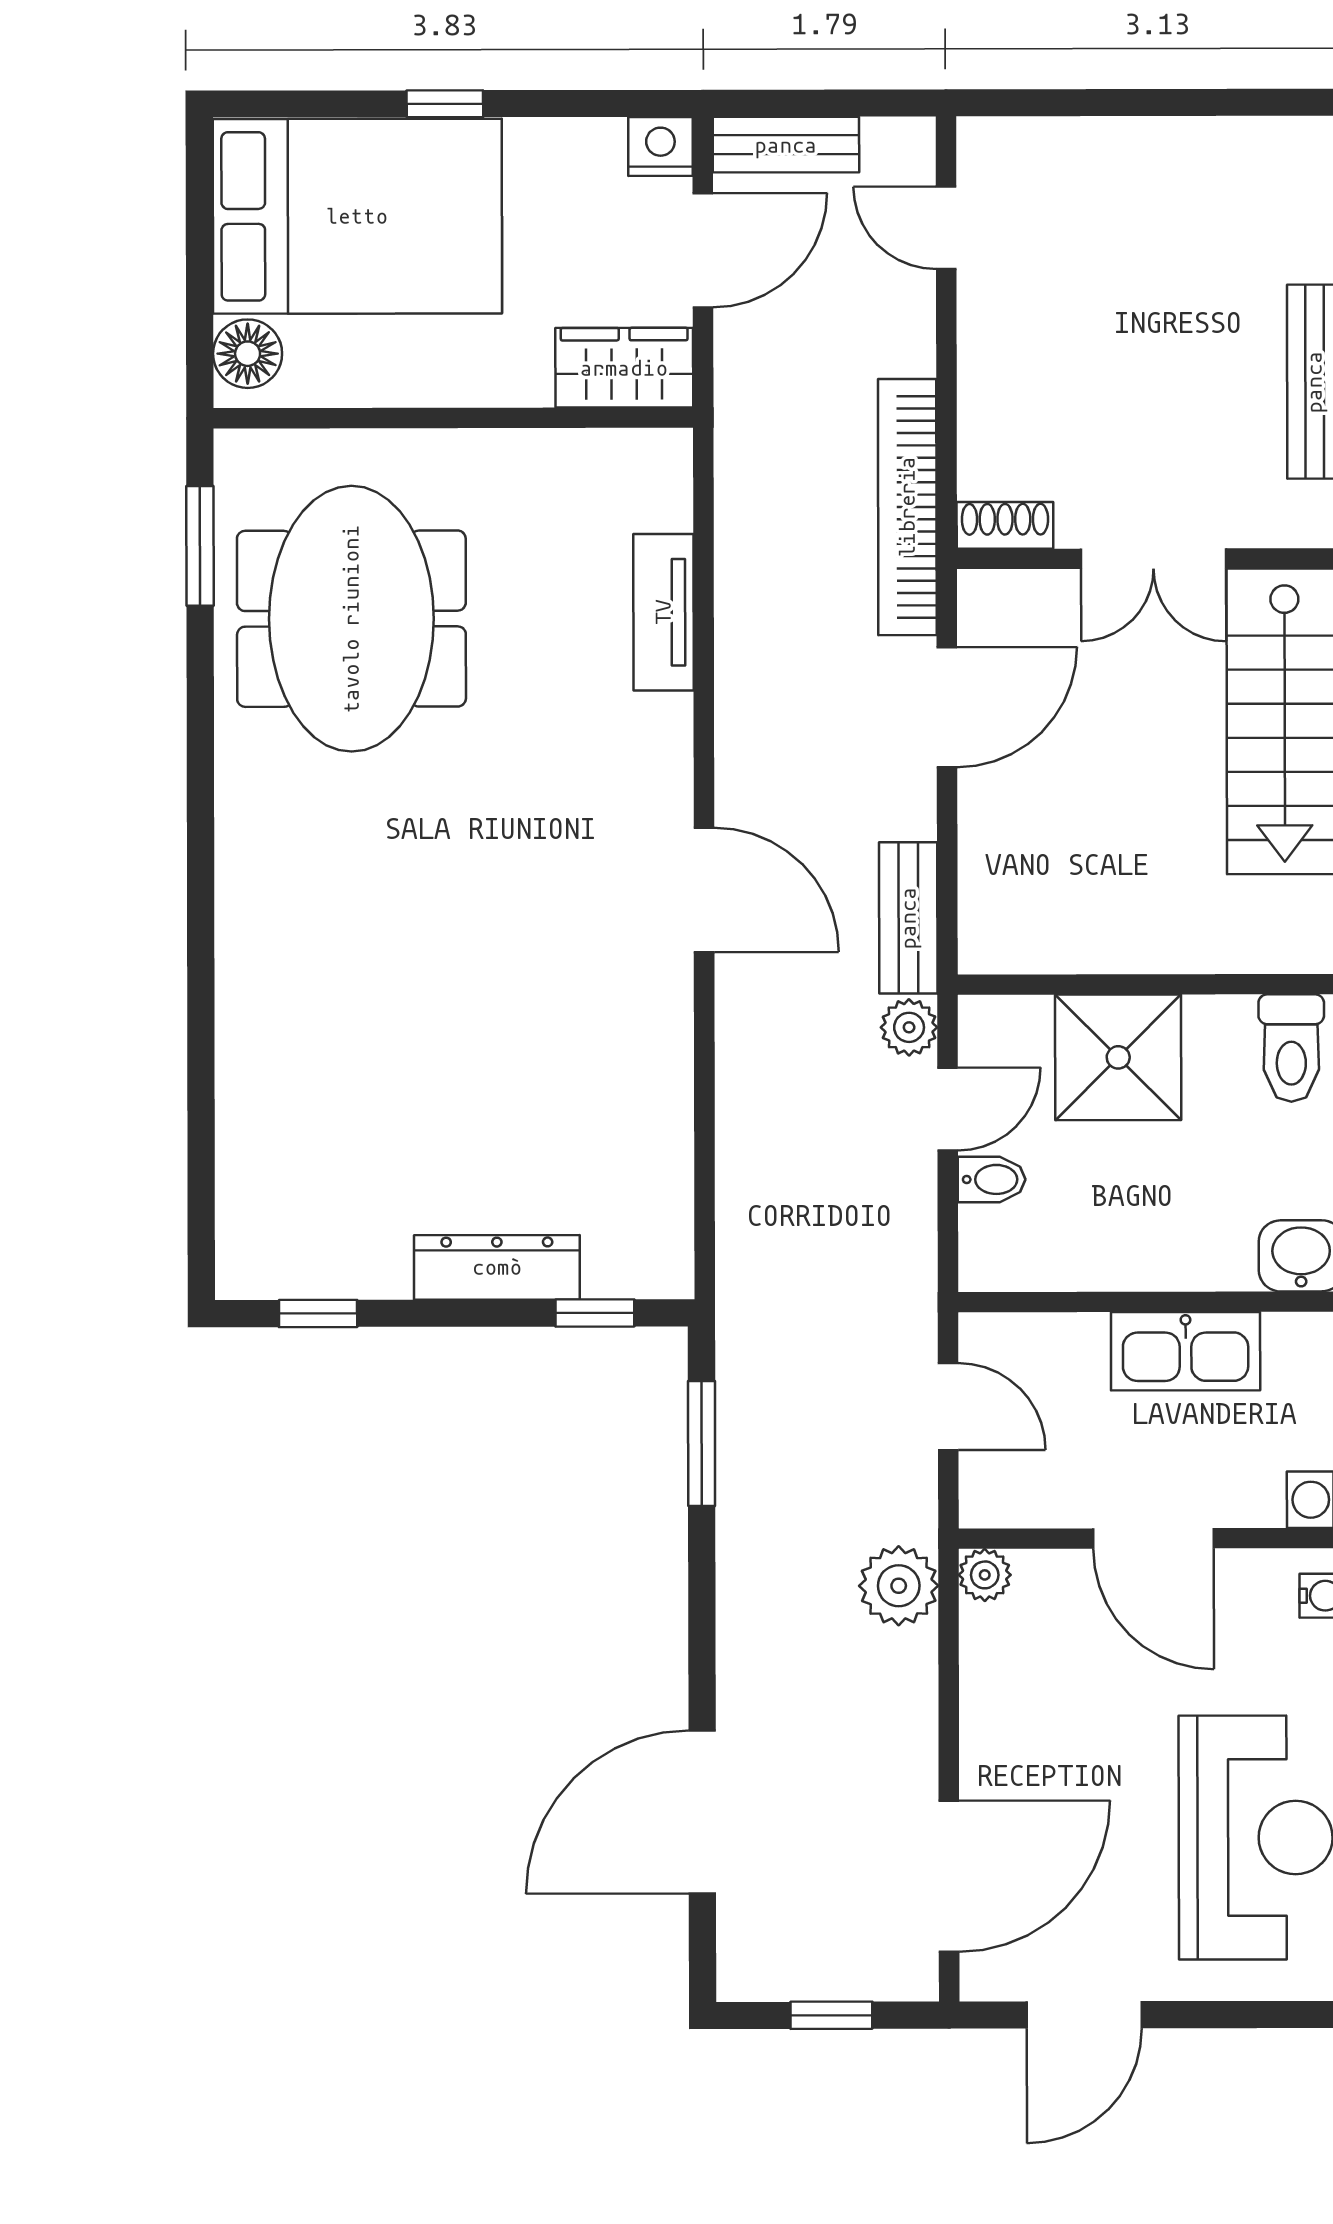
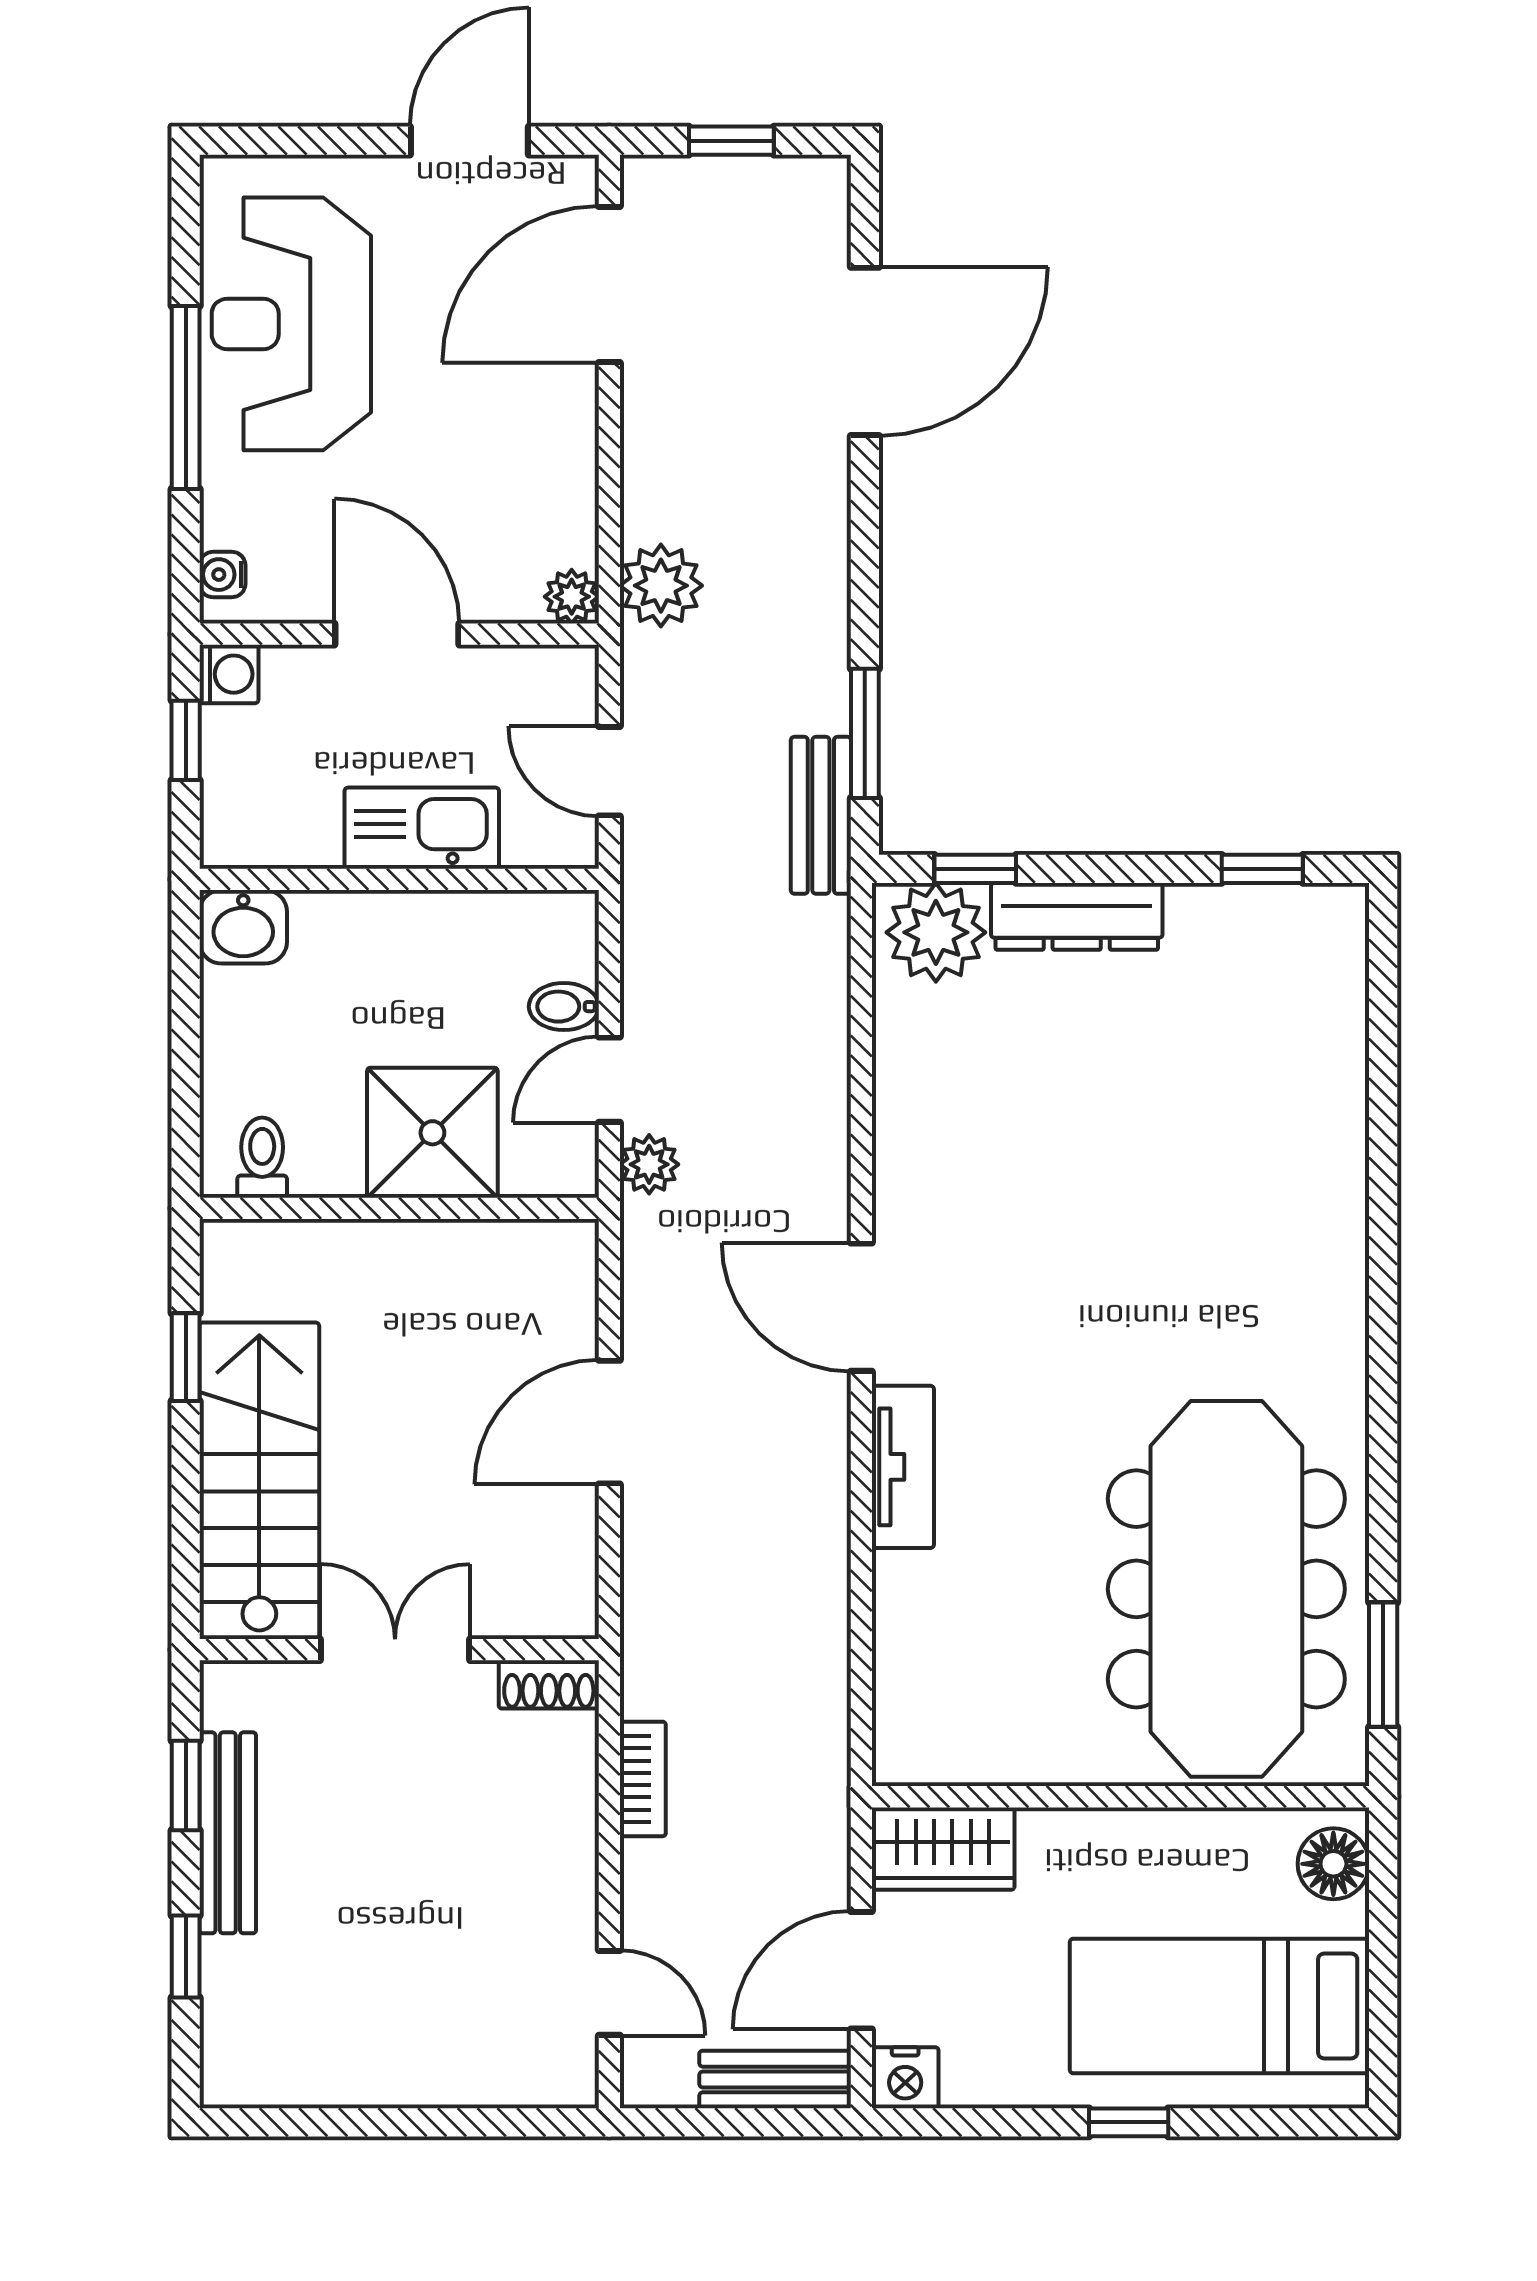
bed: (357, 216) -> (1219, 2006), width x0.67
bookcase: (907, 507) -> (643, 1779), width x0.43, depth x0.76
tv unit: (663, 612) -> (903, 1467), moved
meeting table: (351, 619) -> (1226, 1589), width x1.36
door: (947, 707) -> (609, 1422), moved
bench: (908, 918) -> (821, 815), moved
toilet: (1291, 1048) -> (262, 1158), width x0.73, depth x0.72
plant: (633, 1252) -> (936, 932), added
kitchen sink: (1186, 1351) -> (422, 828), moved

